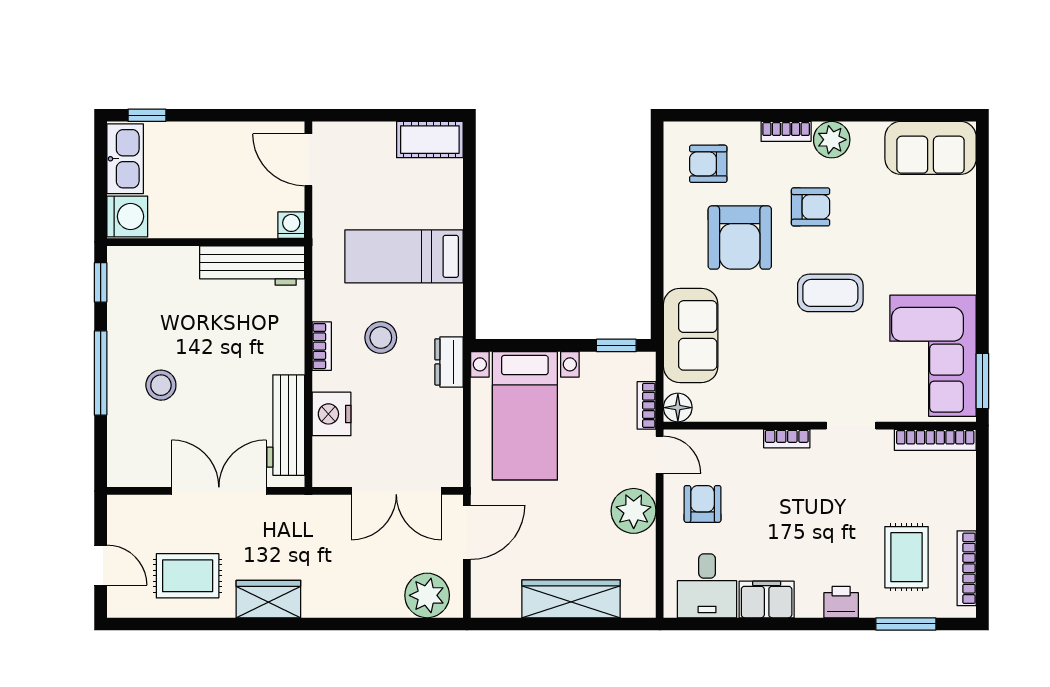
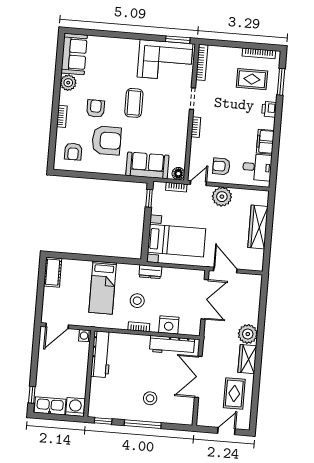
plant: (832, 140) -> (68, 83), moved
plant: (427, 595) -> (248, 334), moved

